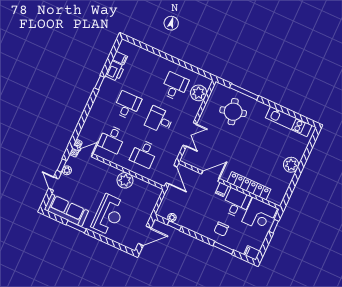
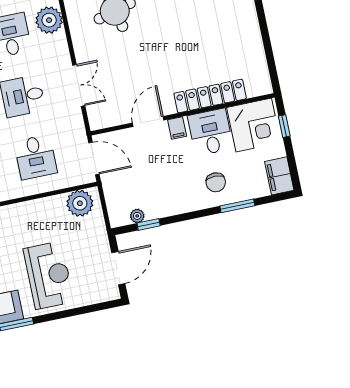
plant: (291, 165) -> (246, 25), removed
plant: (125, 180) -> (80, 203), moved
filing cabinet: (252, 253) -> (279, 176), width x2.00

